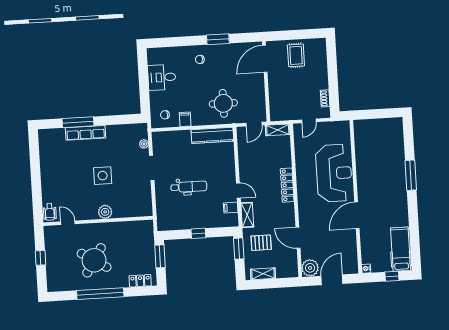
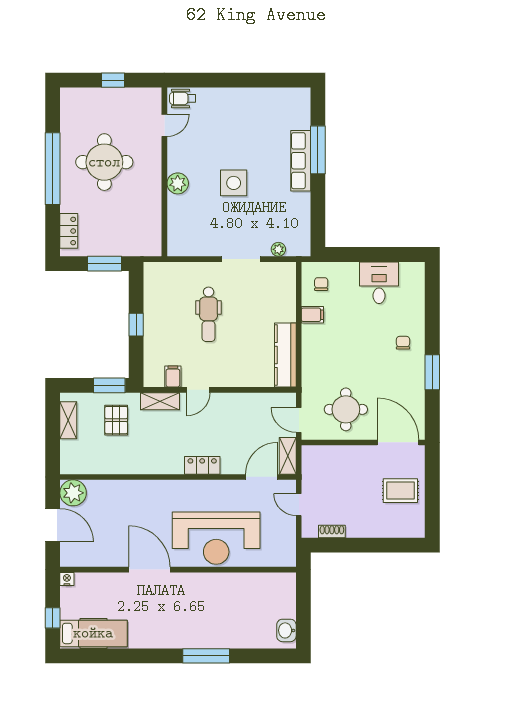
round table: (223, 103) -> (346, 409), moved
washbasin: (391, 124) -> (286, 630), added
locker: (287, 185) -> (202, 465), width x0.66
door: (298, 238) -> (262, 477), moved
round table: (94, 260) -> (104, 162), turned -32

